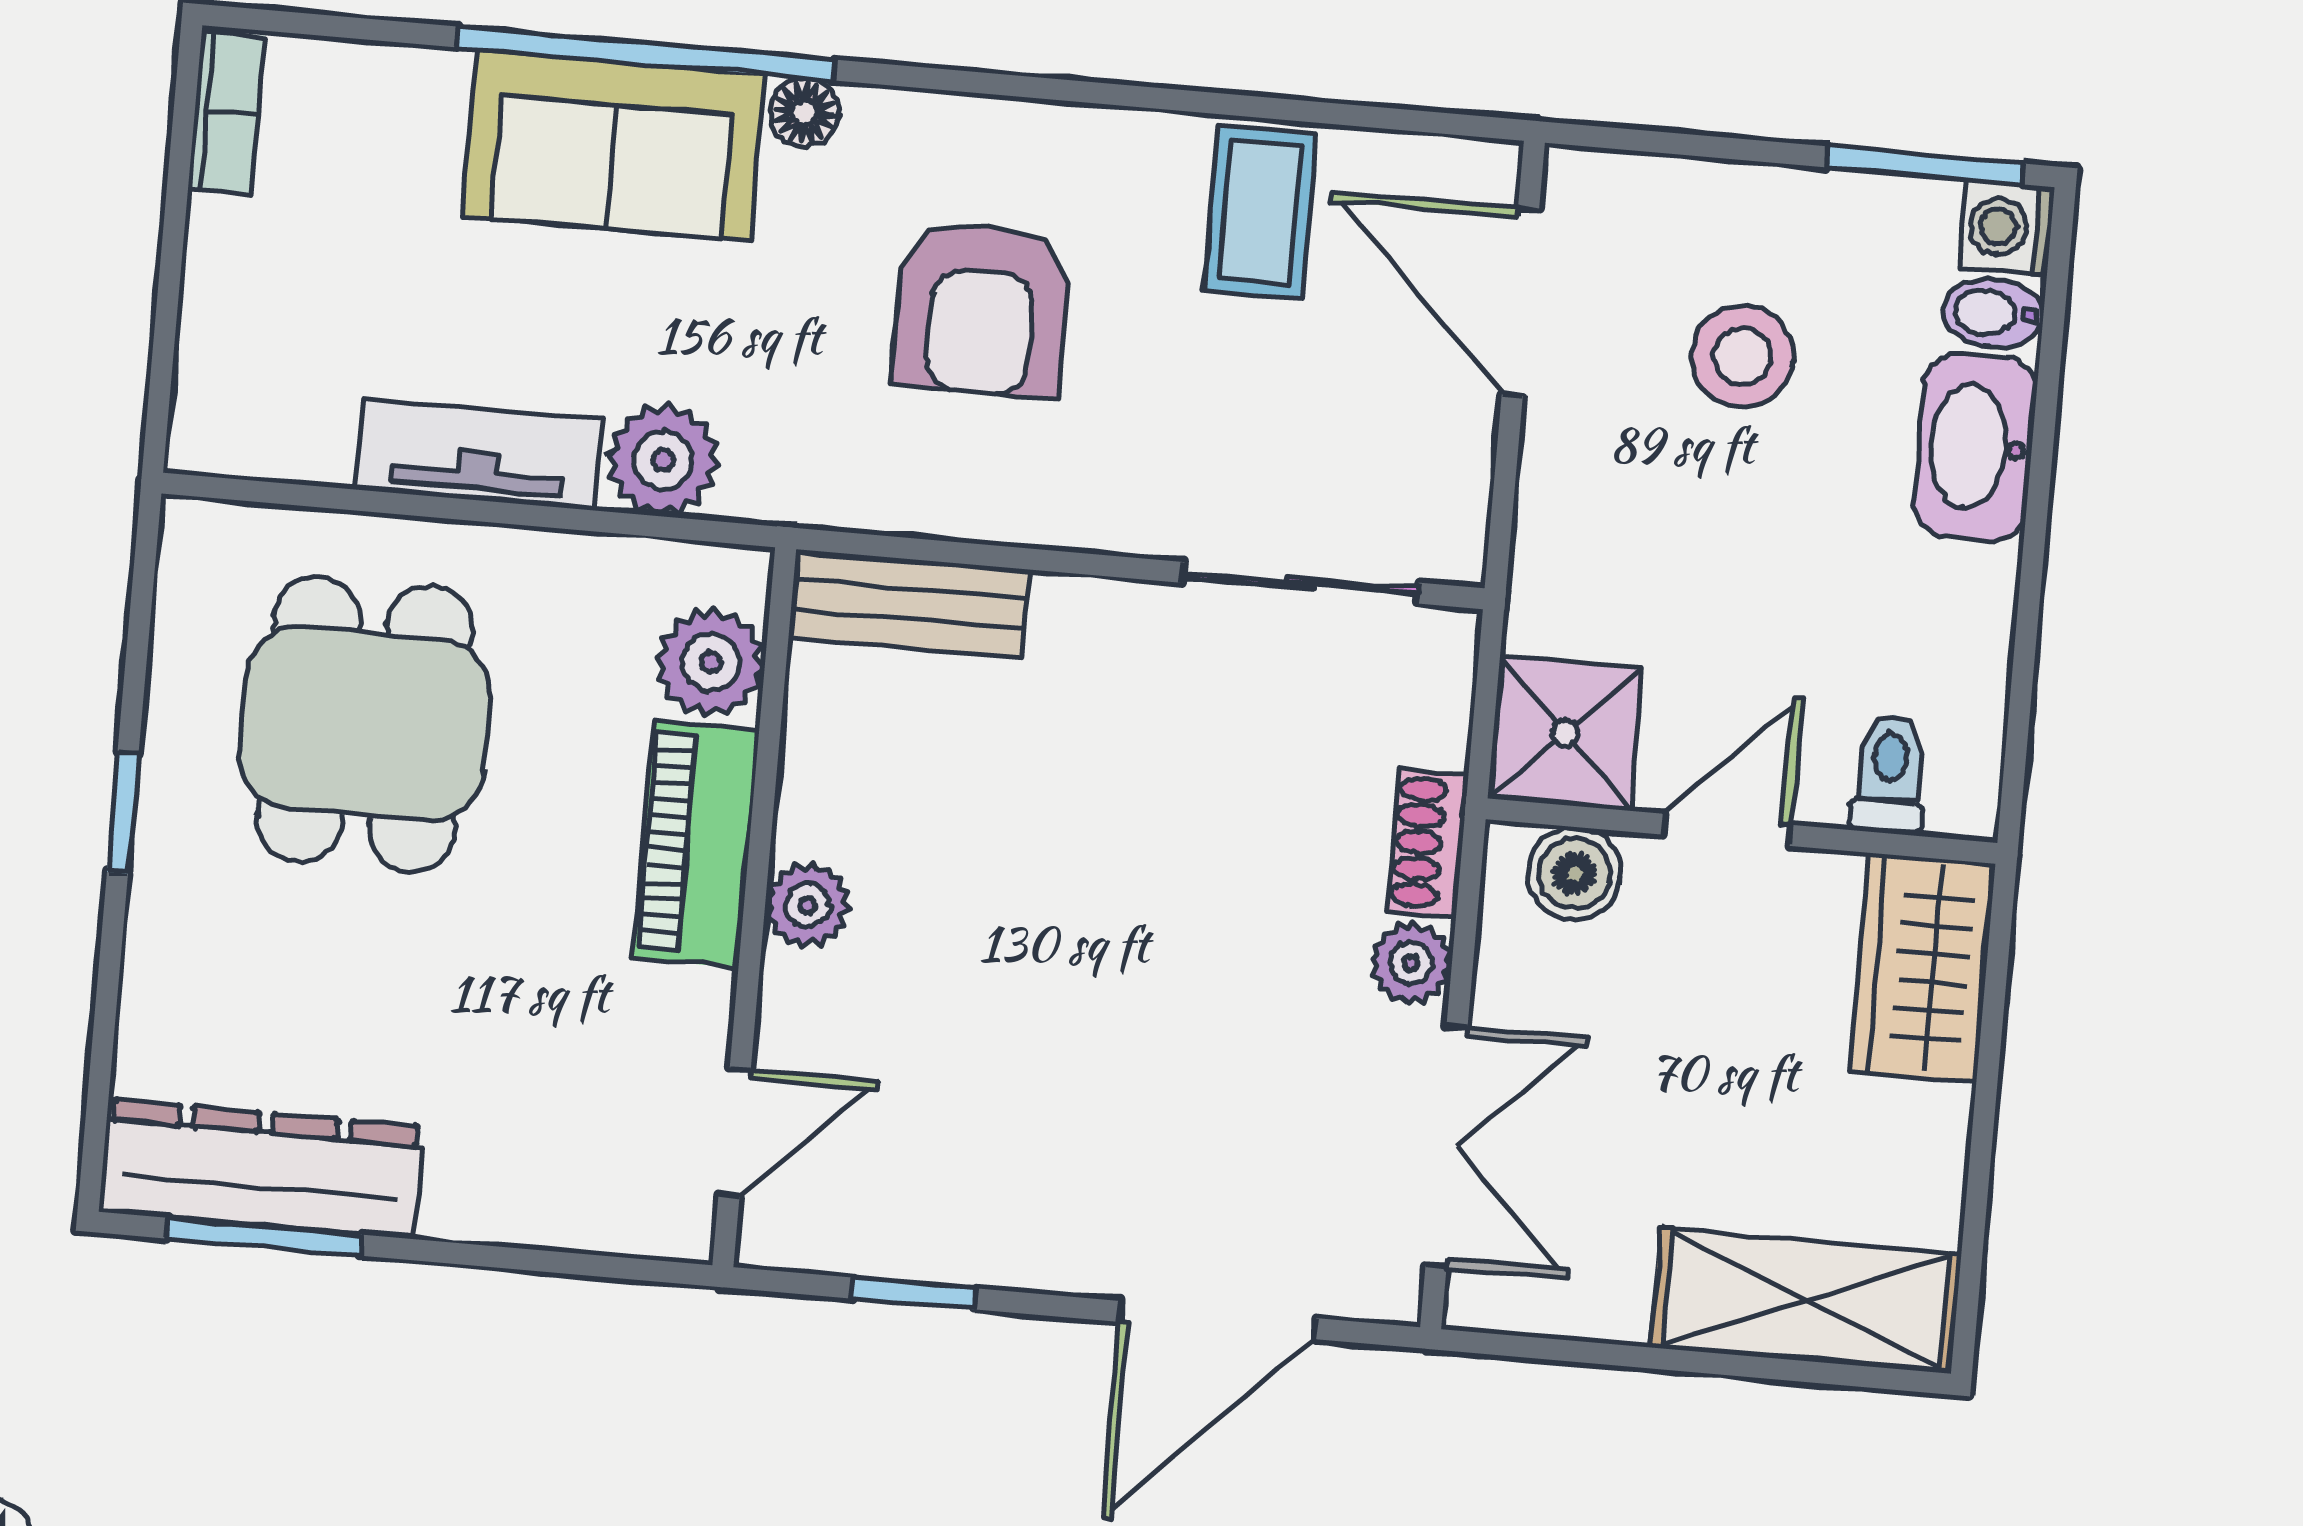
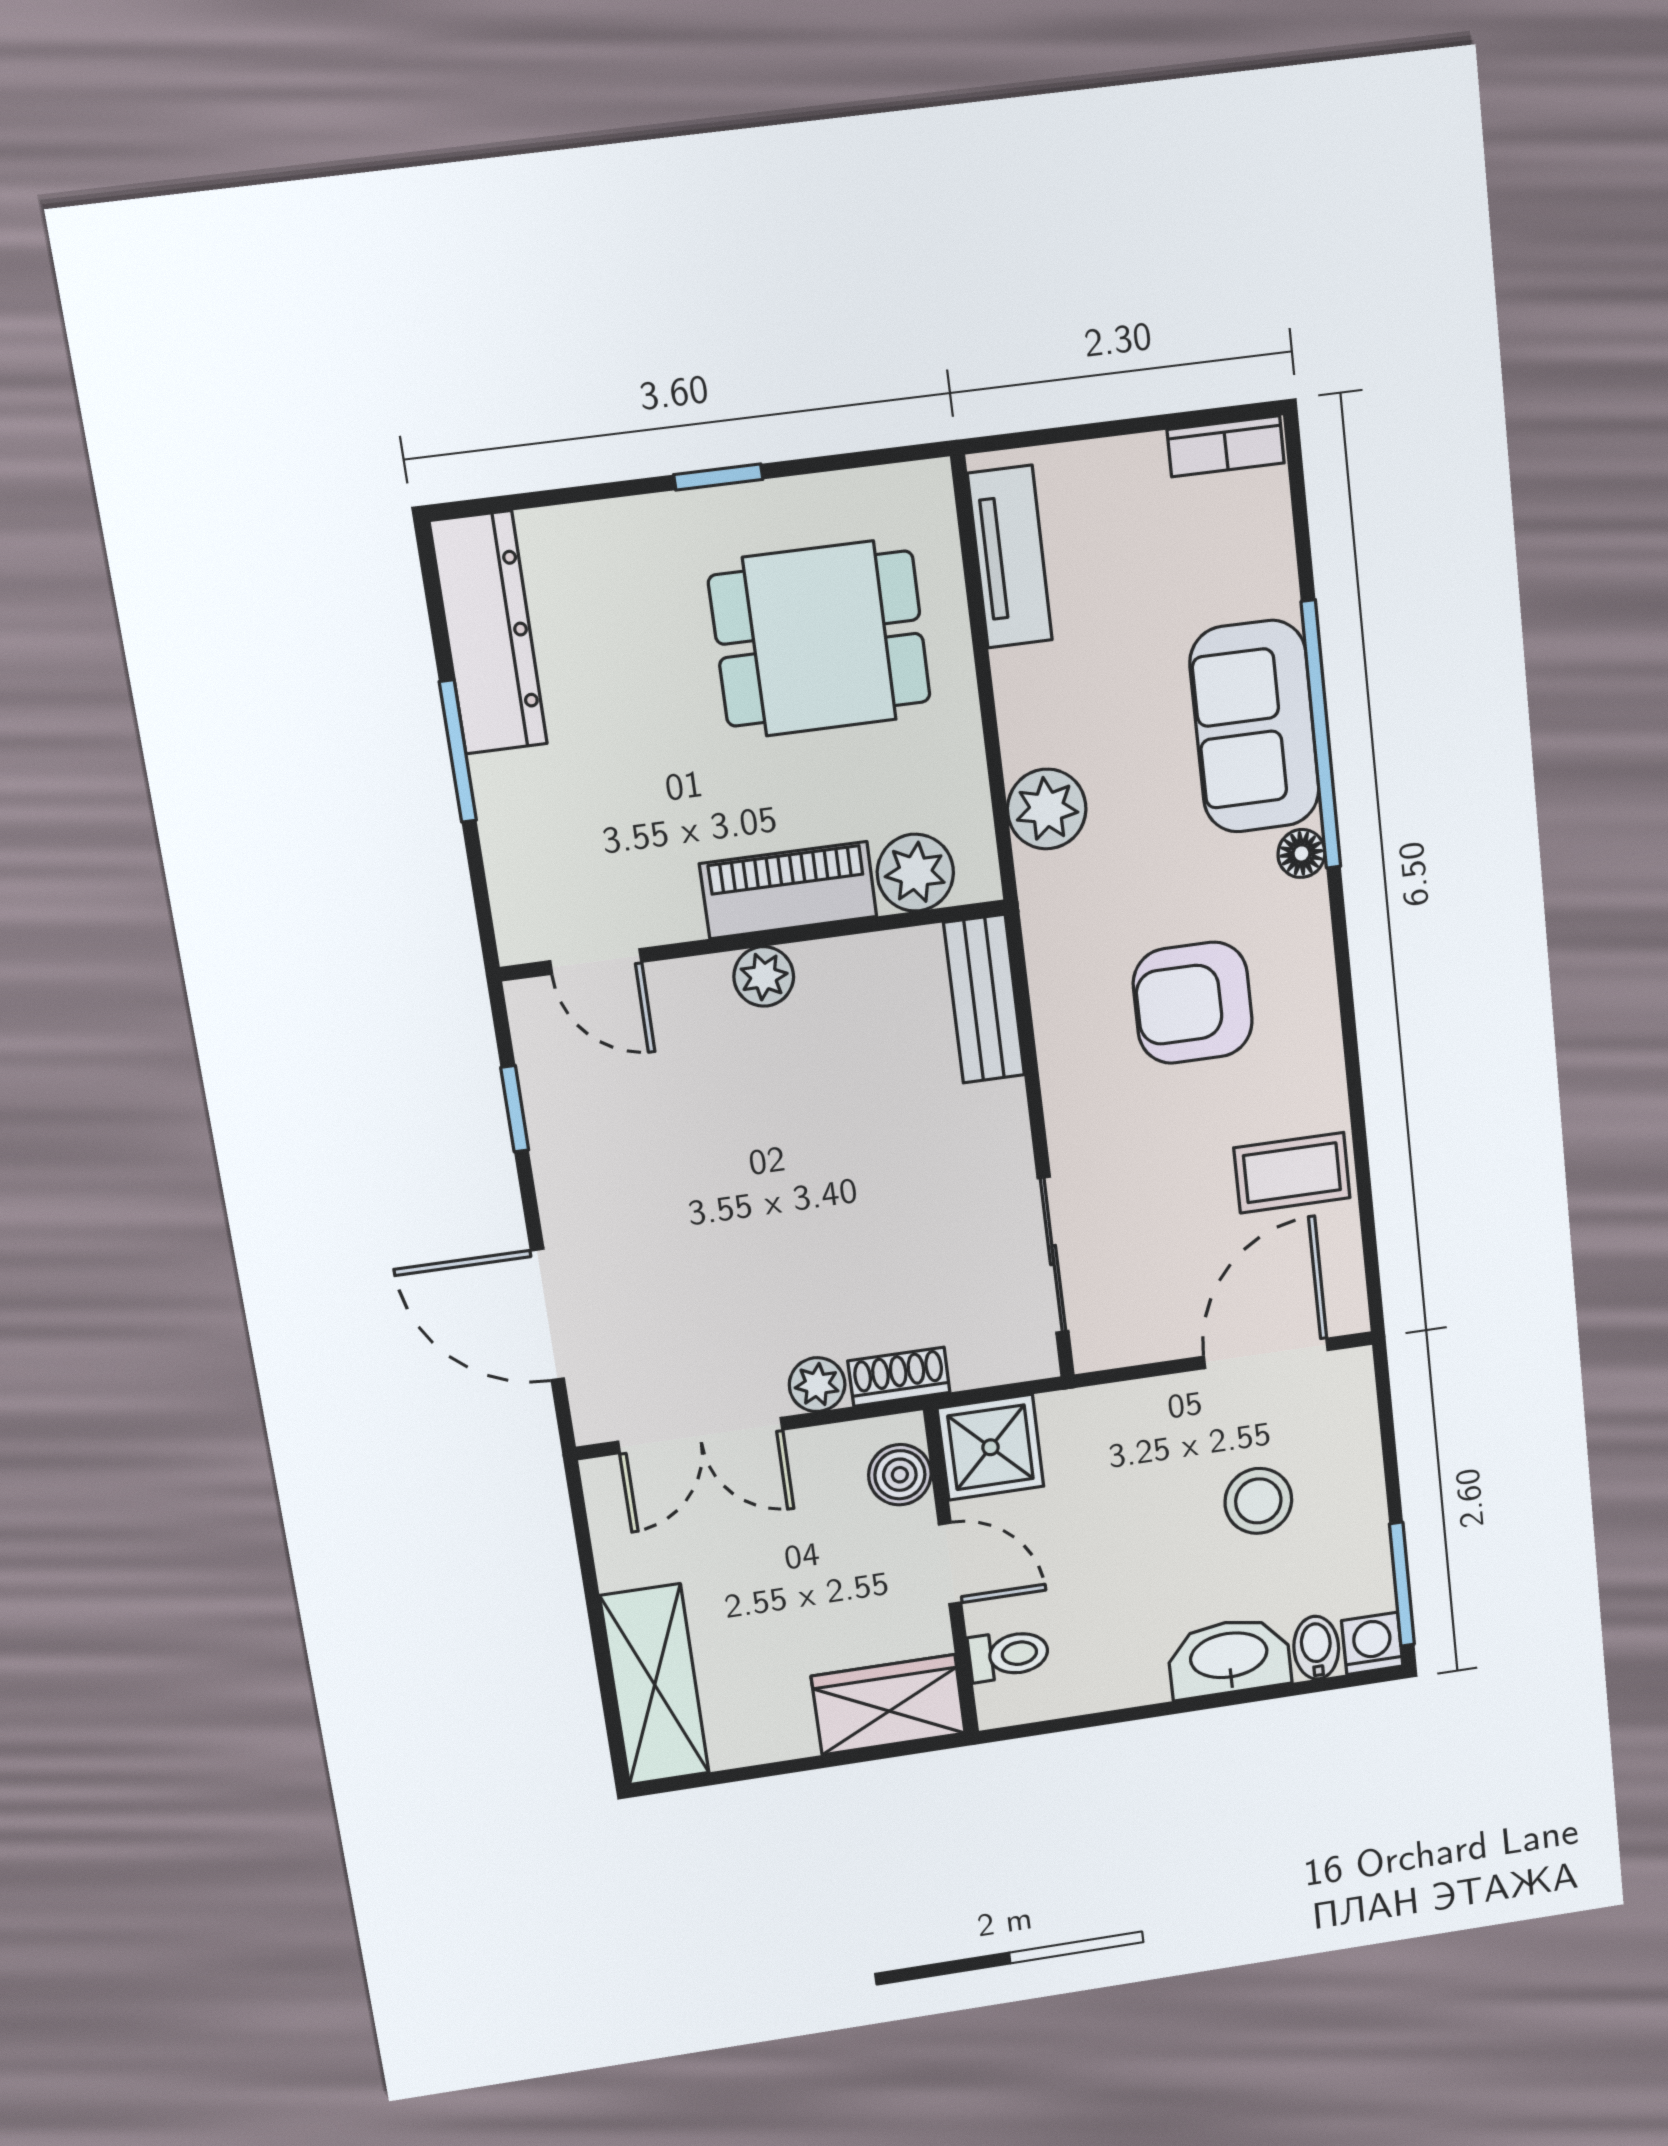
tv unit: (479, 455) -> (1010, 557), moved
window: (264, 1237) -> (458, 751), moved

